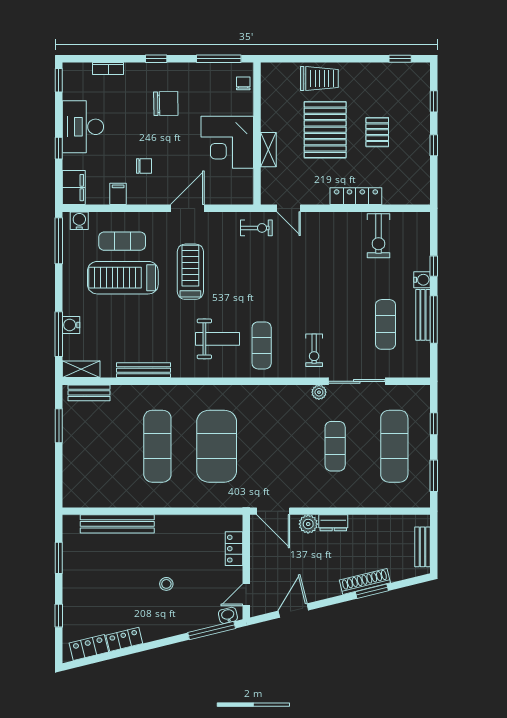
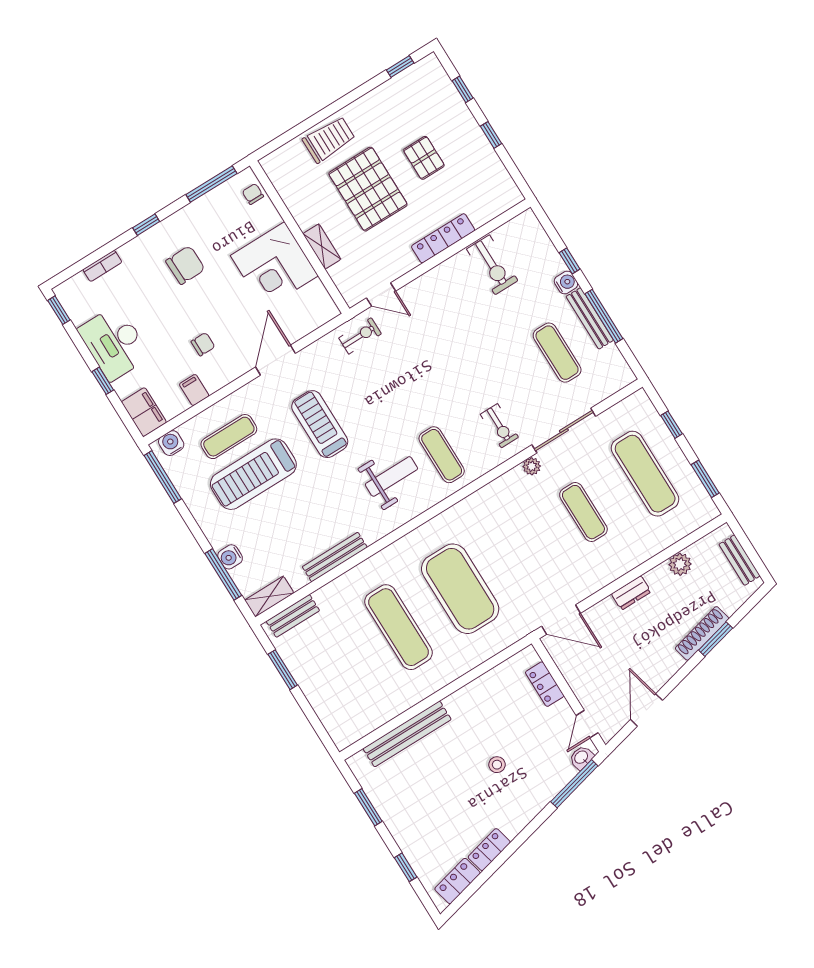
plant: (308, 524) -> (680, 564), moved

